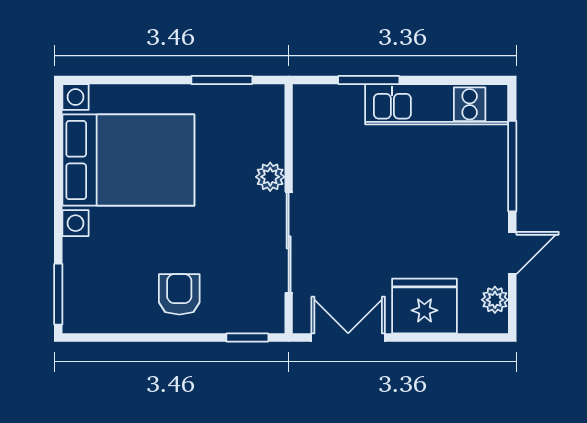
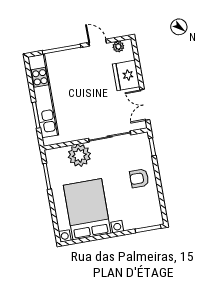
kitchen unit: (437, 104) -> (43, 96), width x1.36
plant: (270, 177) -> (79, 155), width x1.88, depth x1.88

